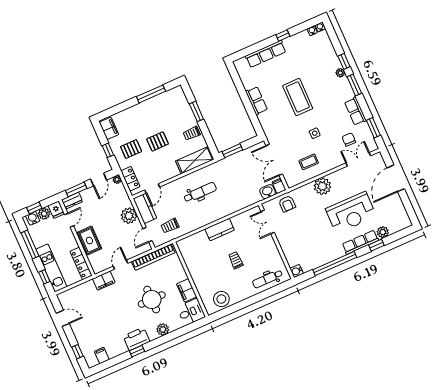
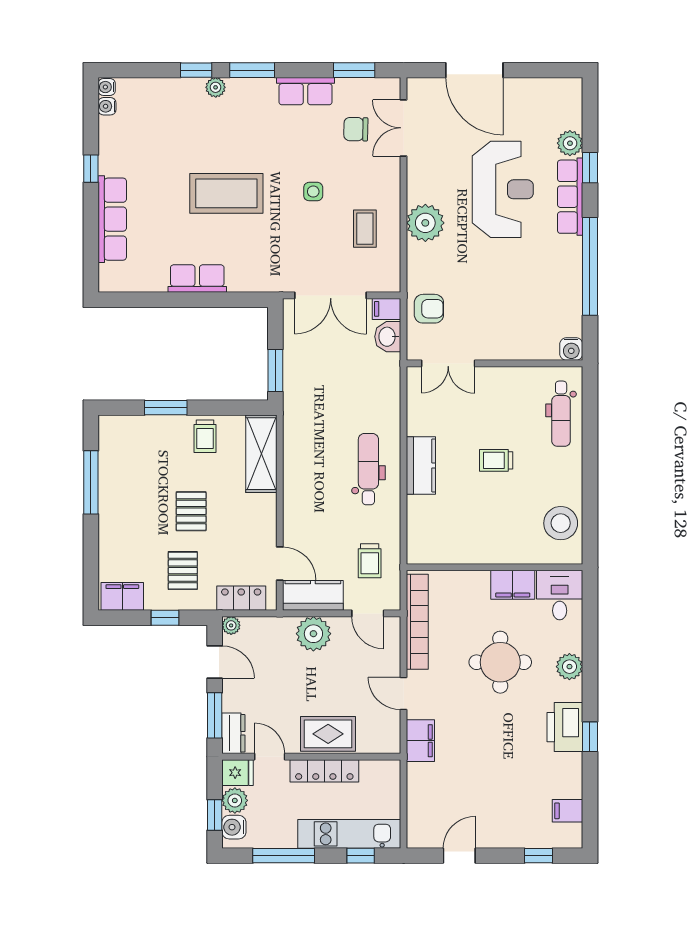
dental chair: (200, 192) -> (368, 469), moved
locker: (81, 264) -> (324, 771), moved

